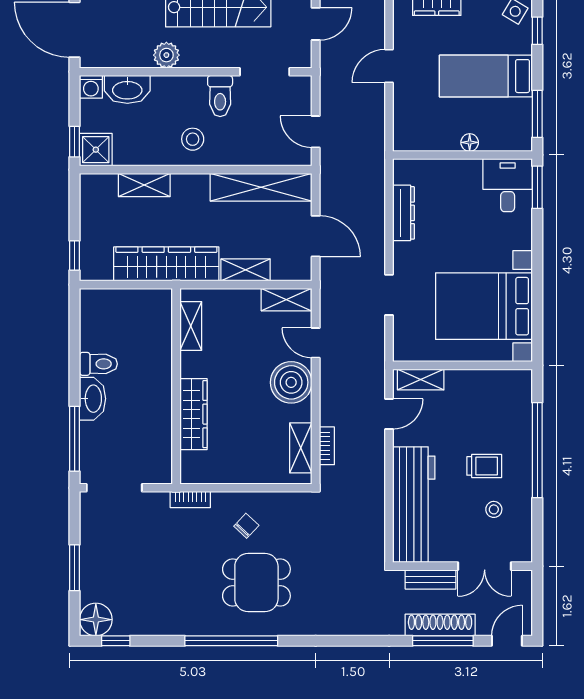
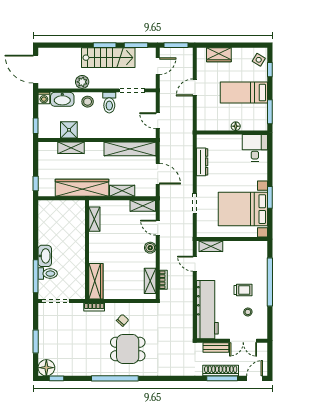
stool: (193, 139) -> (88, 102), moved
shower: (96, 150) -> (69, 130), moved
window: (537, 187) -> (270, 197), moved
toilet: (98, 364) -> (48, 274), moved
boiler: (291, 382) -> (150, 248), width x0.54, depth x0.54
wardrobe: (194, 414) -> (96, 281), moved
door: (389, 414) -> (195, 264), swing flipped

